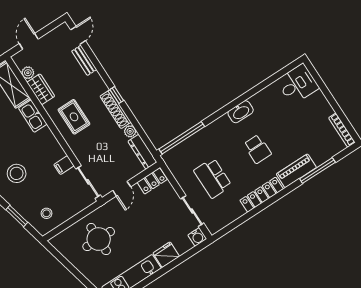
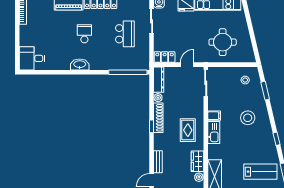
kitchen sink: (33, 116) -> (214, 132), moved
filing cabinet: (64, 165) -> (214, 116), moved

